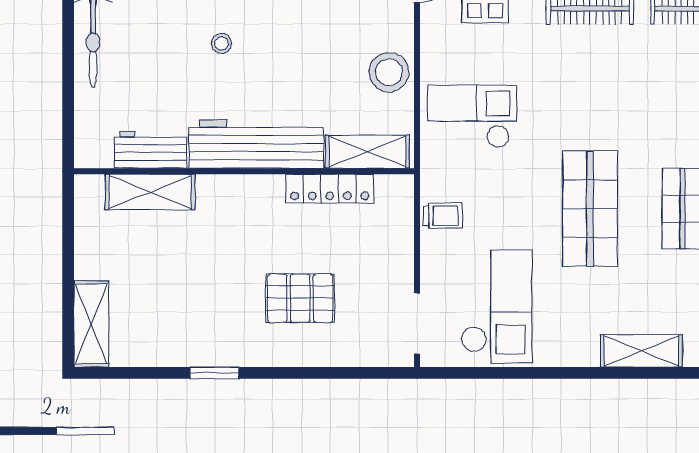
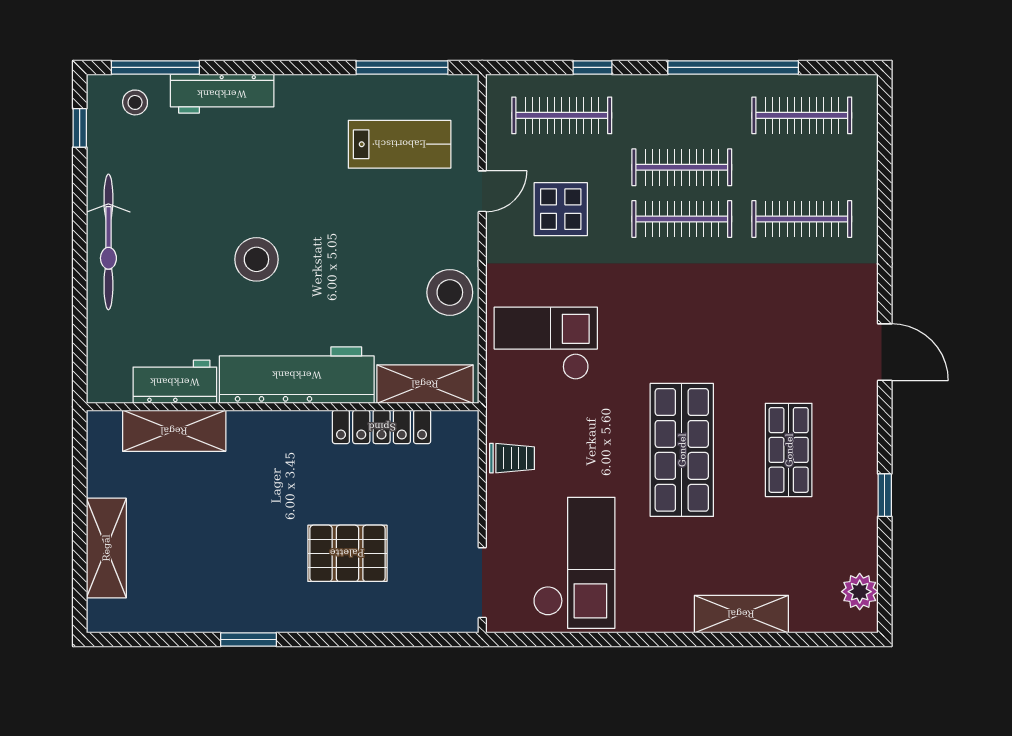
stool: (221, 43) -> (256, 259), width x1.89, depth x1.89
shelving: (91, 324) -> (106, 548), moved

